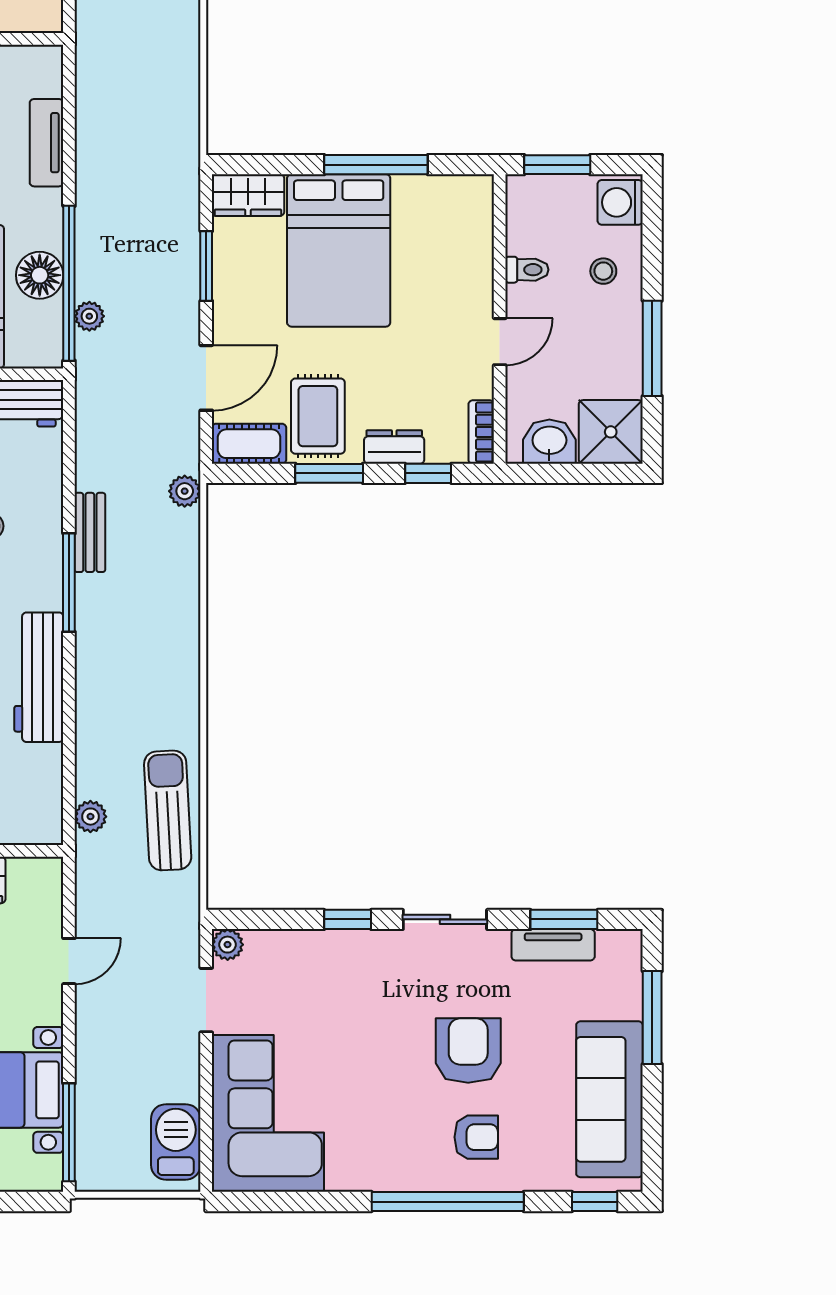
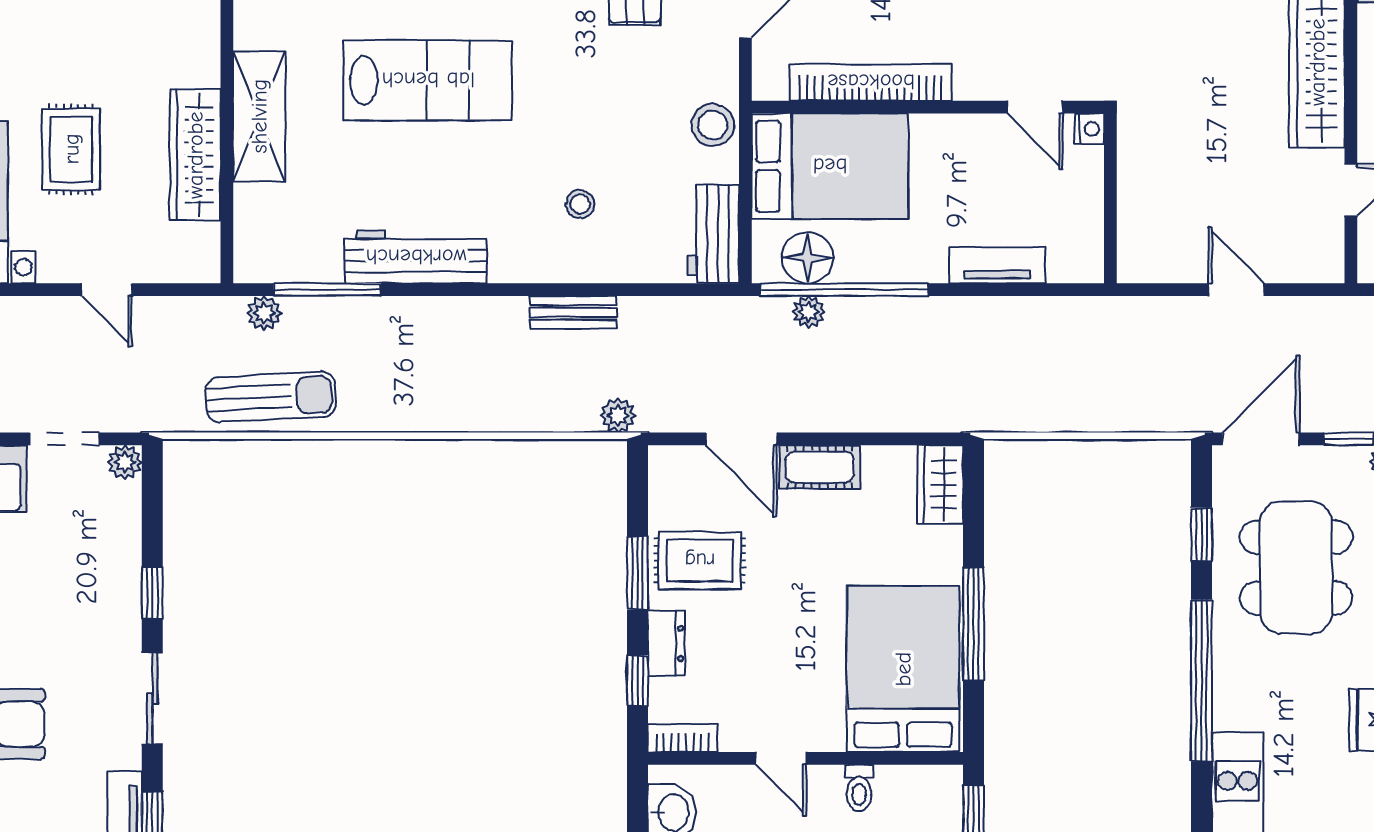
bed: (339, 250) -> (903, 669), moved, turned 90
window: (206, 266) -> (863, 439), removed
floor lamp: (40, 275) -> (807, 258), moved
cot: (249, 444) -> (820, 467), moved, turned 90
window: (69, 583) -> (327, 290), moved

